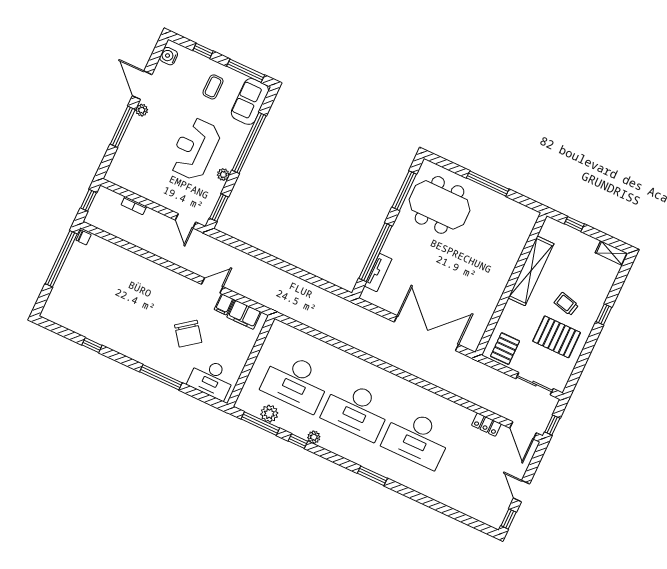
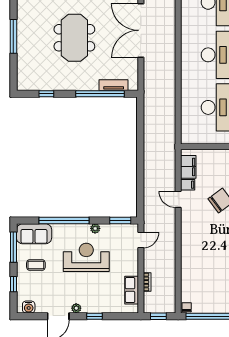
window: (123, 127) -> (94, 316), width x0.46
reception desk: (195, 149) -> (86, 257), turned 180
row of seats: (133, 183) -> (132, 290), added
window: (404, 191) -> (46, 94), width x0.46
meeting table: (440, 205) -> (74, 38), moved

